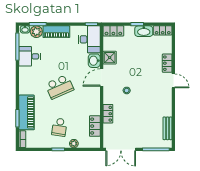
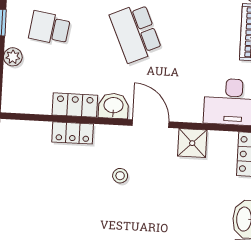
washbasin: (94, 61) -> (113, 106), moved
locker: (95, 126) -> (75, 105), moved

